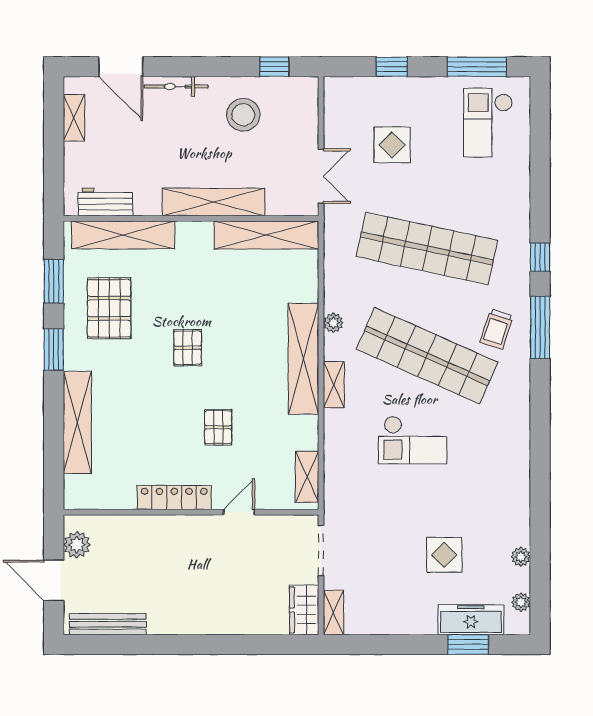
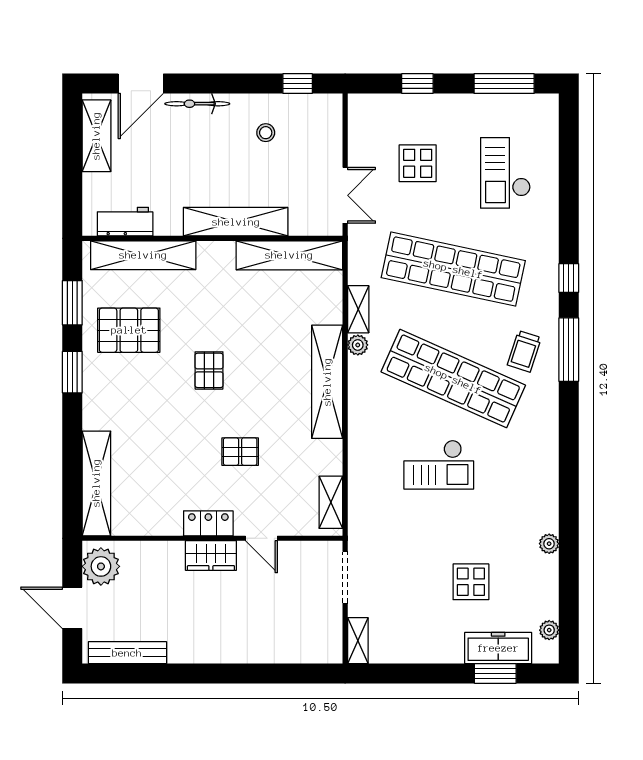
door: (121, 67) -> (141, 84), hinge flipped
stool: (243, 115) -> (266, 133), width x0.53, depth x0.53
shelving: (74, 118) -> (96, 136), width x1.50, depth x1.33
checkout: (488, 123) -> (505, 173), moved
pallet: (109, 308) -> (129, 330), turned 90
shelving: (334, 385) -> (358, 309), moved
shelving: (77, 422) -> (96, 483), moved
pallet: (218, 427) -> (240, 452), turned 90
locker: (174, 497) -> (208, 523), width x0.66
door: (239, 512) -> (261, 538), swing flipped
plant: (77, 545) -> (101, 566), width x1.36, depth x1.36
plant: (521, 557) -> (549, 544), moved
wardrobe: (304, 610) -> (211, 556), moved, turned -90

